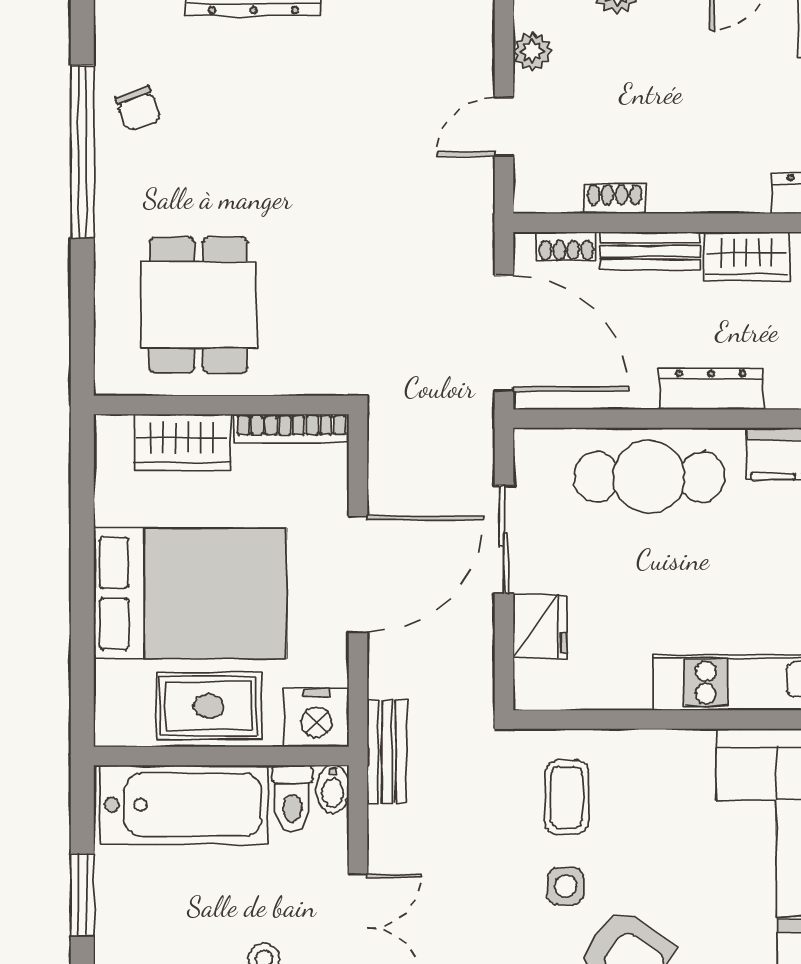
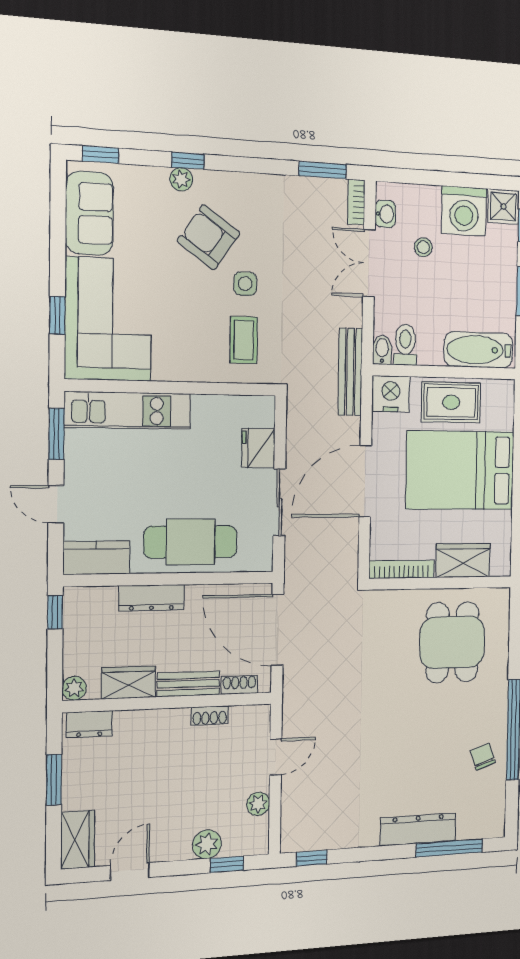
bench: (387, 752) -> (350, 372), width x1.36
bathtub: (184, 805) -> (478, 350), width x0.73, depth x0.73

